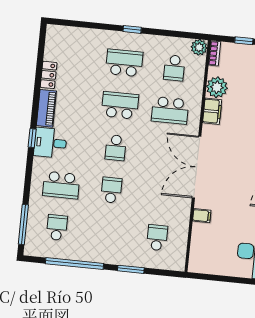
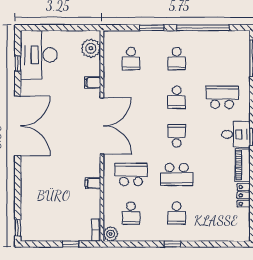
school desk: (124, 63) -> (177, 213), width x0.54
school desk: (174, 68) -> (131, 213), turned 180
plant: (217, 87) -> (91, 48), moved
filing cabinet: (212, 111) -> (93, 183), width x0.50
school desk: (57, 227) -> (177, 59), moved

